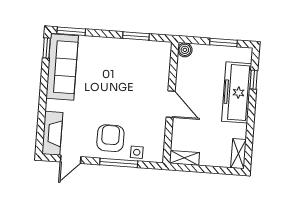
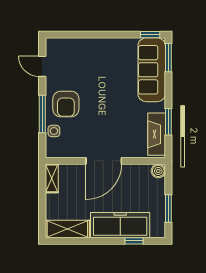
sofa: (62, 67) -> (152, 70), moved, turned 90
door: (171, 104) -> (104, 161), width x1.36
fireplace: (52, 133) -> (157, 134), moved, turned 90
armchair: (110, 138) -> (66, 104), turned 90
shelving: (238, 154) -> (67, 229), width x1.50, depth x1.33

